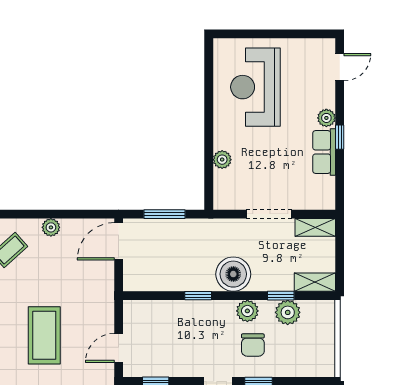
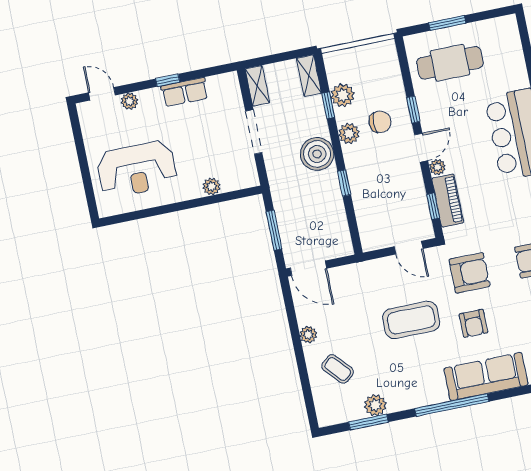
plant: (326, 118) -> (129, 101), moved

